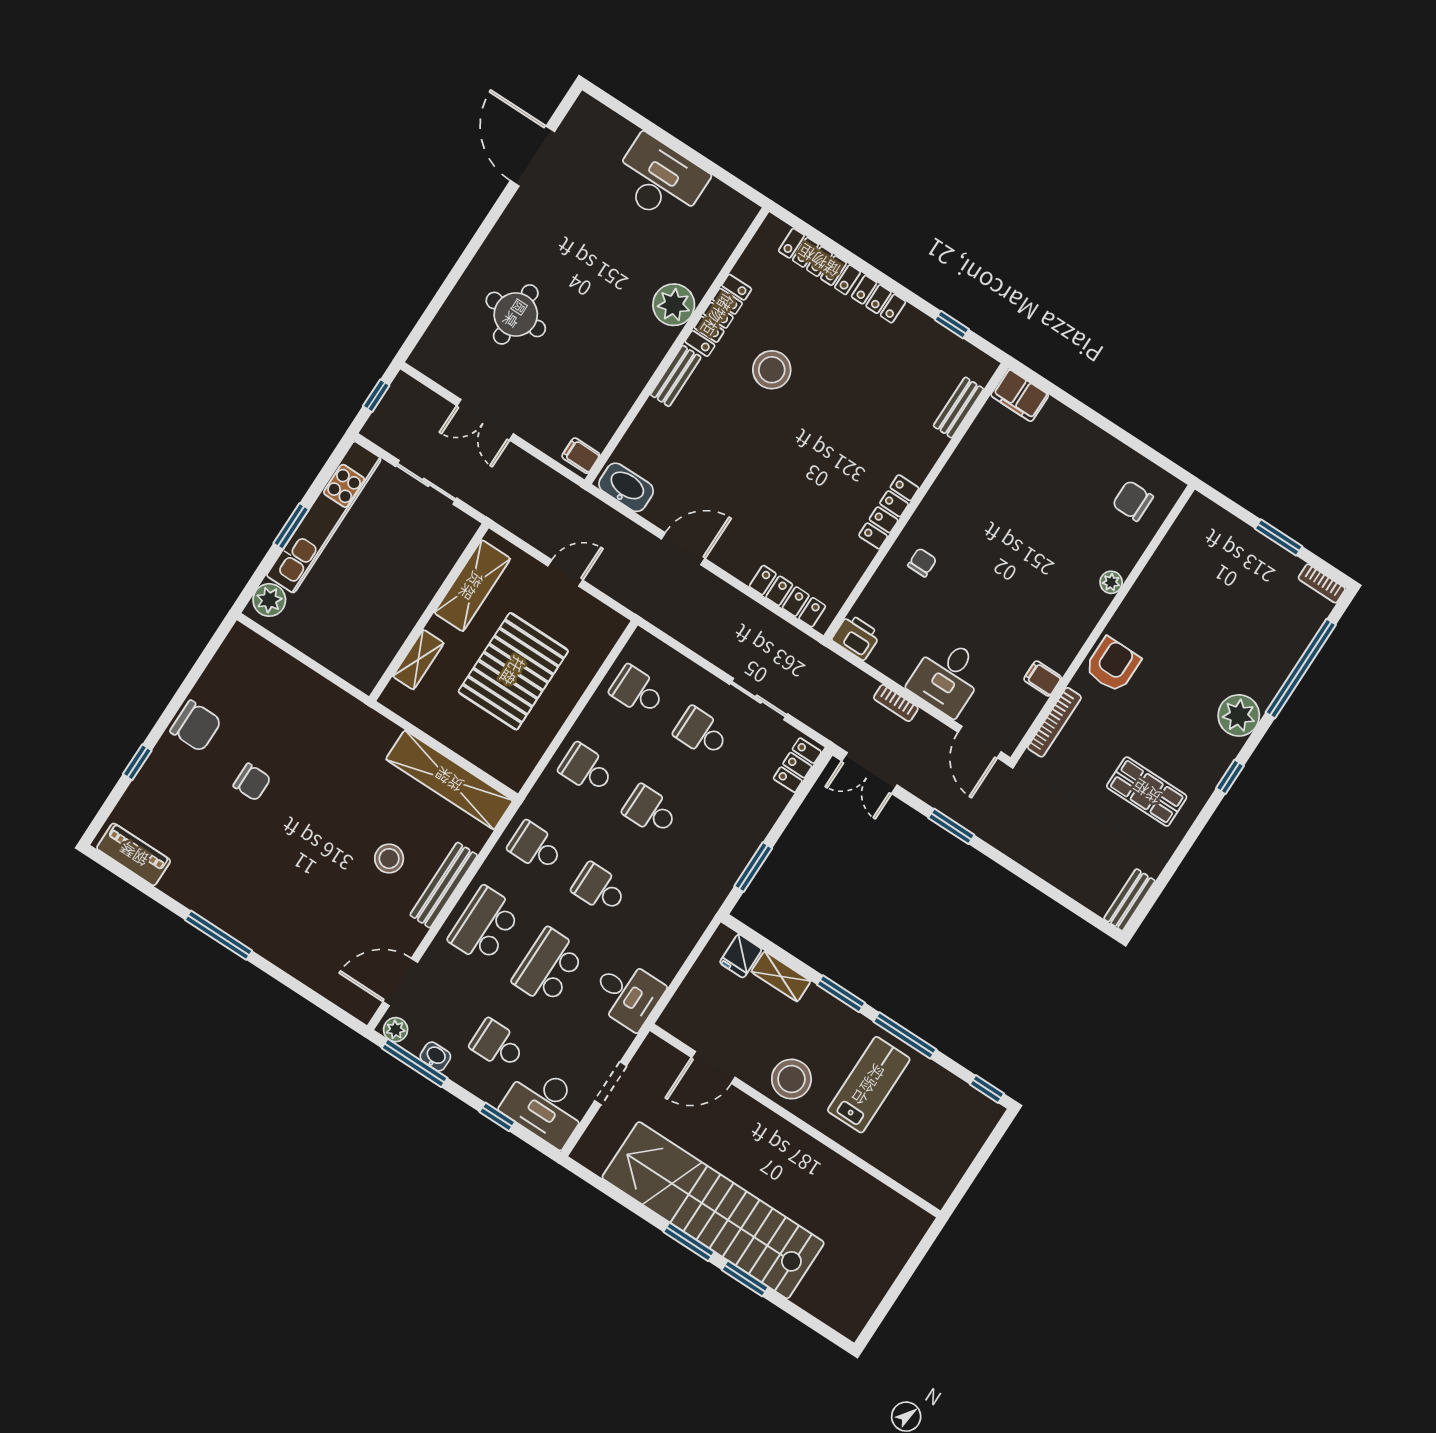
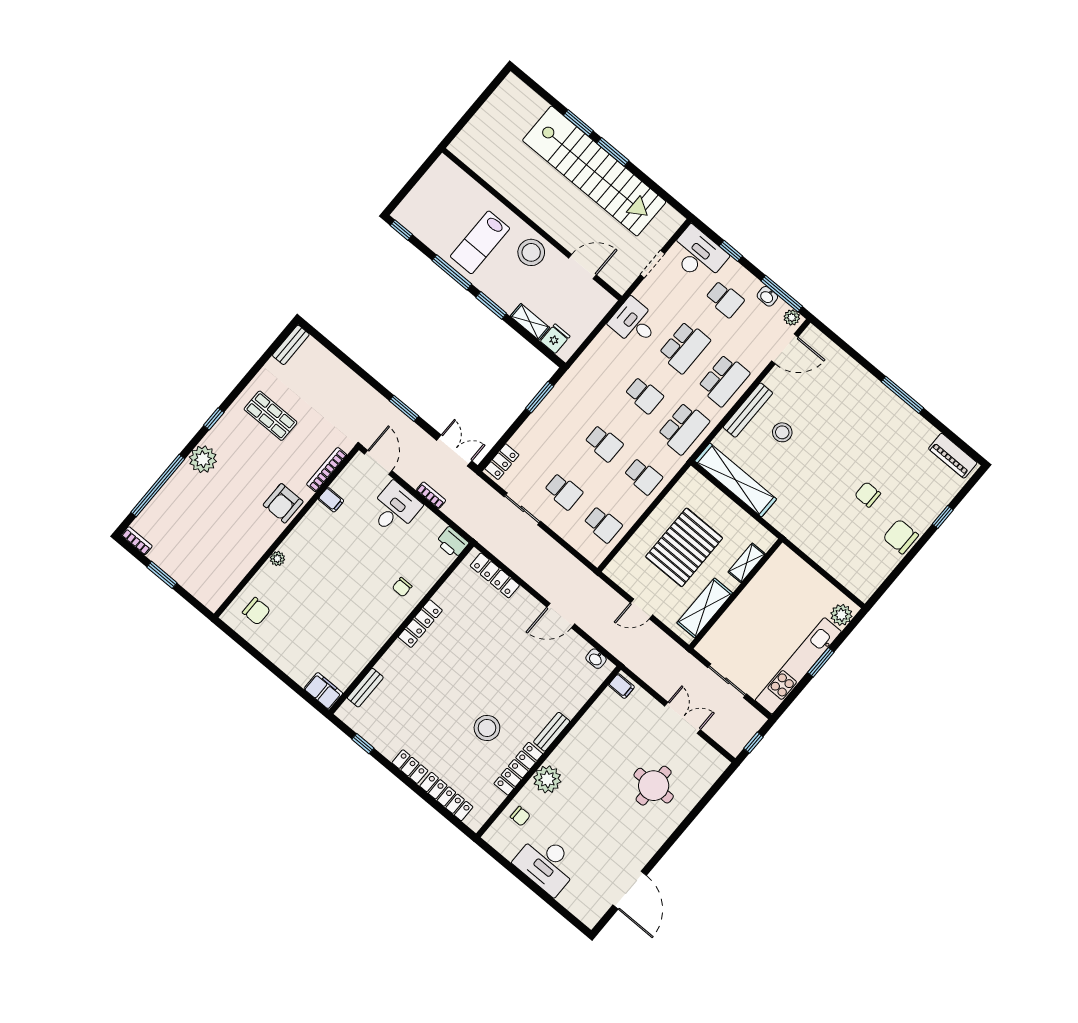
chair: (707, 246) -> (520, 816), added
washbasin: (626, 487) -> (596, 659), width x0.52, depth x0.69
school desk: (535, 847) -> (683, 428), width x1.85

